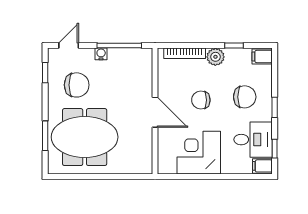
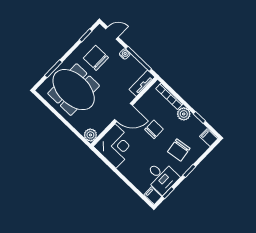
tv unit: (146, 66) -> (142, 83), added
chair: (77, 85) -> (96, 58), turned 180
chair: (245, 97) -> (179, 150), turned 82
chair: (201, 100) -> (154, 129), turned 90
door: (155, 112) -> (123, 112), hinge flipped
corner desk: (199, 153) -> (116, 146), moved, turned 90
plant: (144, 166) -> (90, 135), added

